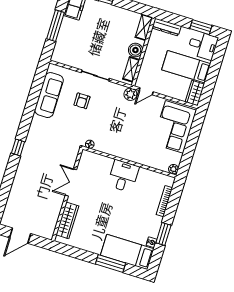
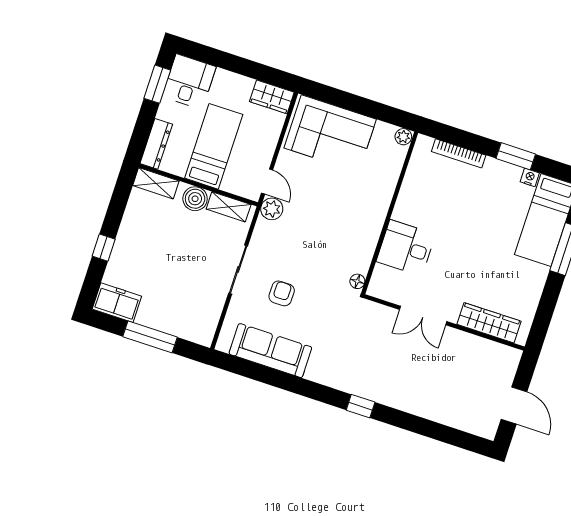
bed: (186, 67) -> (214, 146), moved, turned 180
armchair: (82, 101) -> (282, 293), turned -90
desk: (123, 176) -> (406, 248), moved

